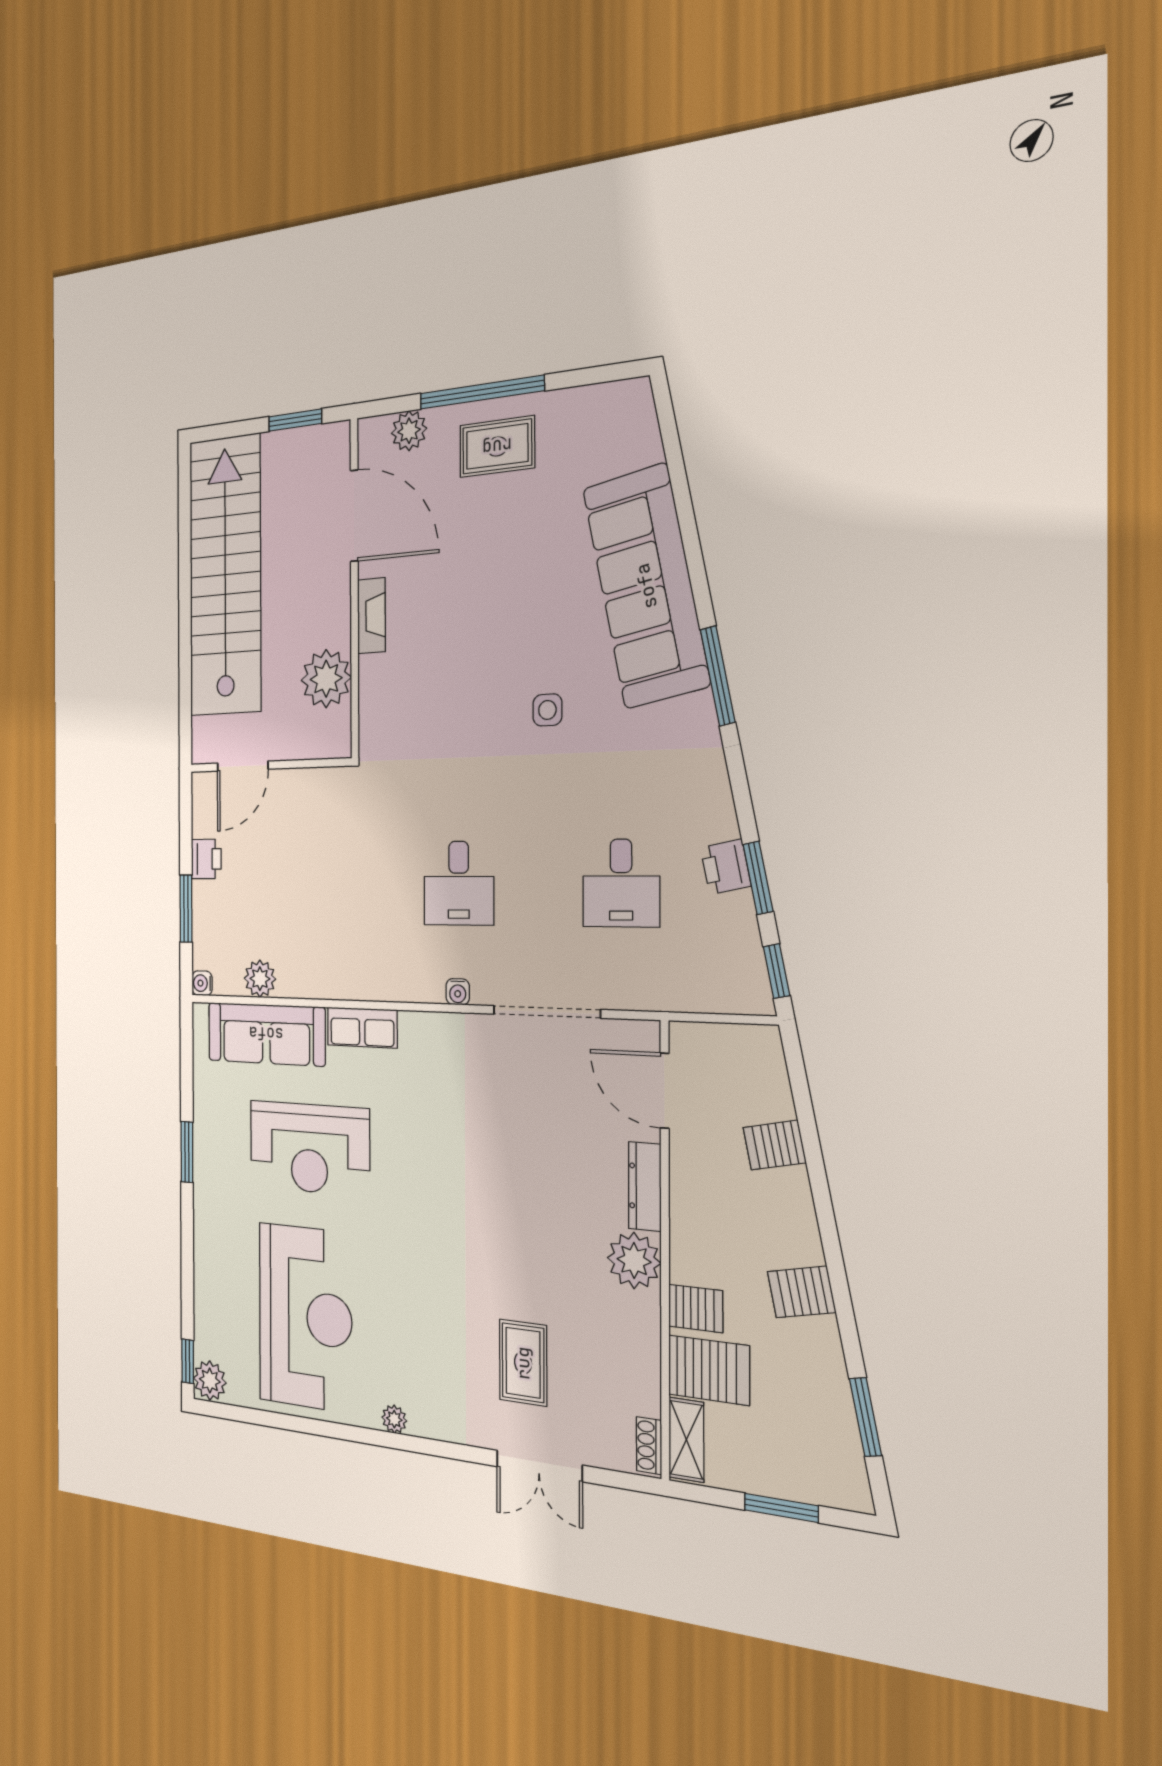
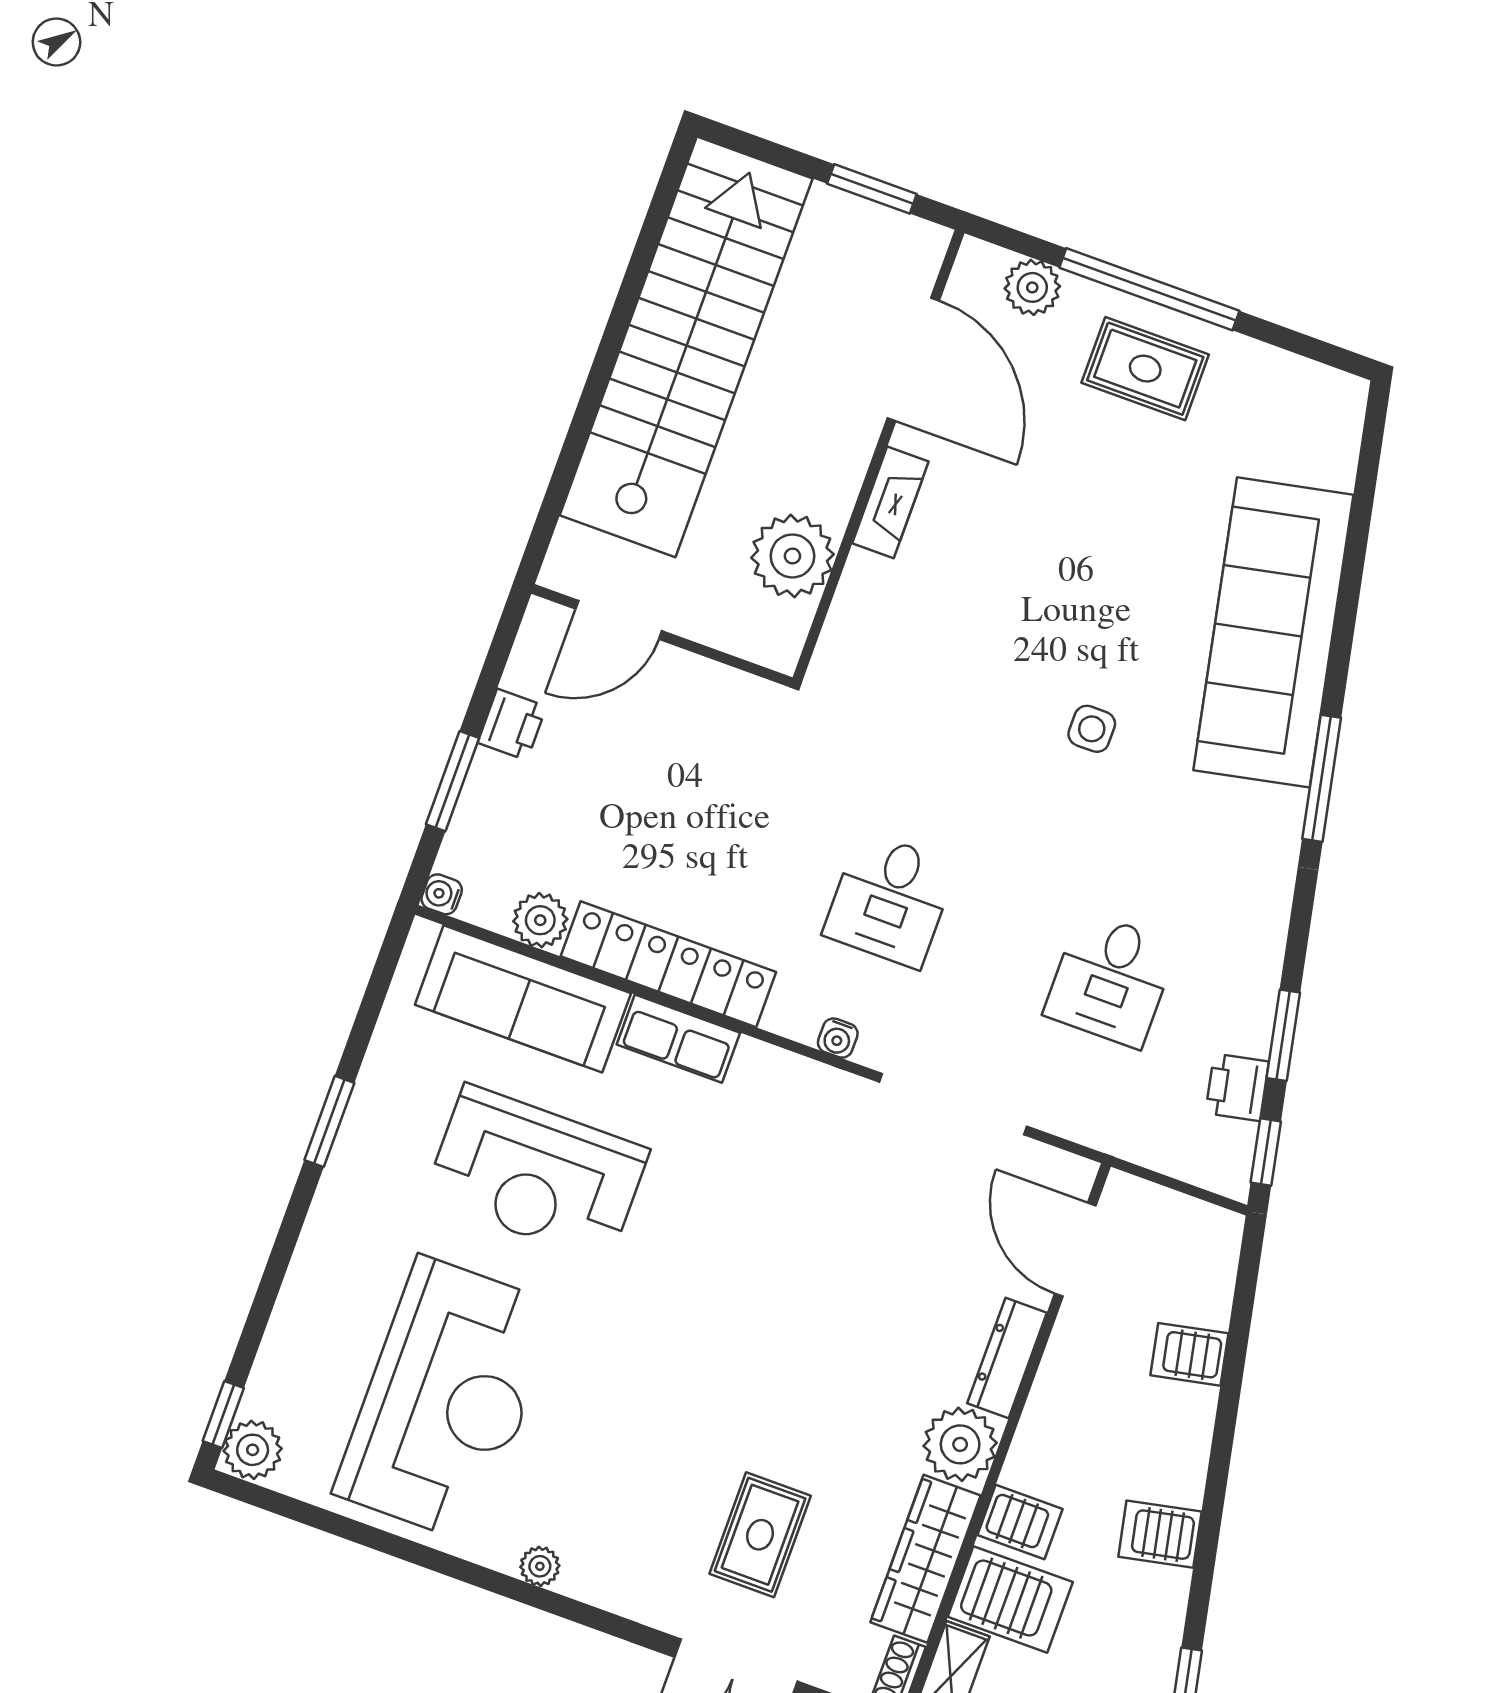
printer: (726, 867) -> (1237, 1087), moved
locker: (341, 980) -> (668, 964), added
wardrobe: (639, 1353) -> (926, 1559), added

